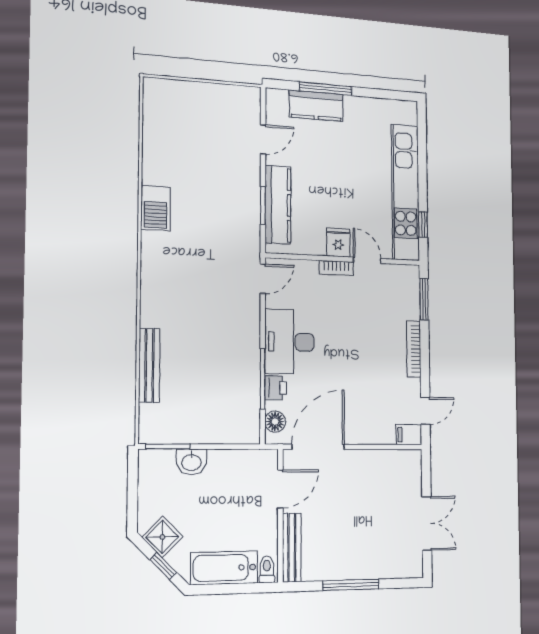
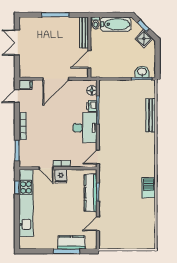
door: (318, 447) -> (56, 79), moved
washbasin: (191, 462) -> (142, 72), moved

